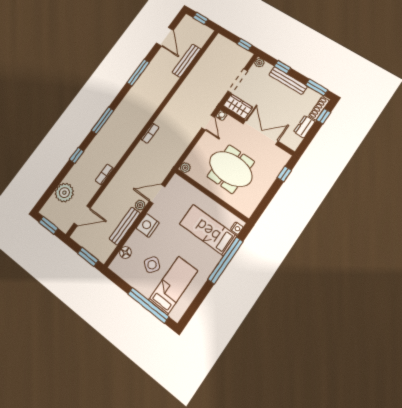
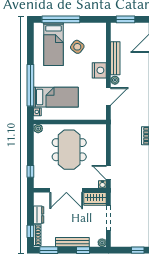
window: (245, 45) -> (138, 250), moved
plant: (185, 168) -> (38, 129), moved
meeting table: (231, 169) -> (69, 150), turned 90
floor lamp: (125, 253) -> (101, 41), removed

